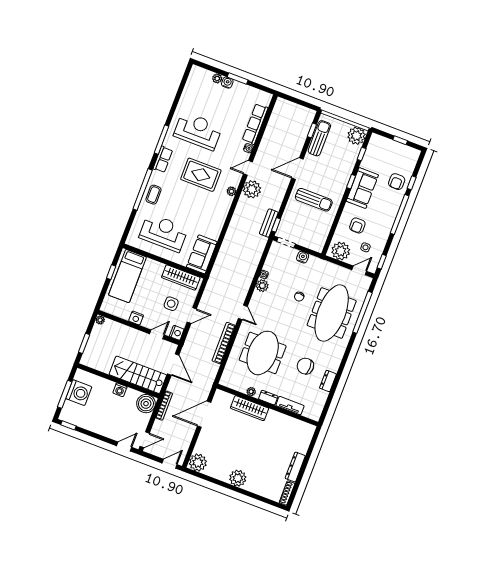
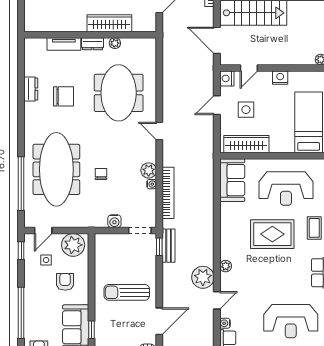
rug: (201, 175) -> (272, 234), moved
bookcase: (224, 343) -> (168, 193), moved

